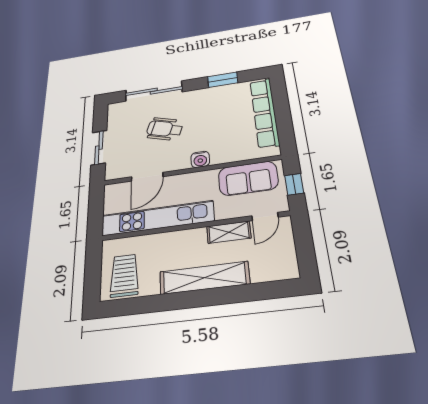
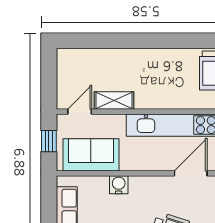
water cooler: (200, 159) -> (119, 185), moved
shelving: (204, 278) -> (139, 59), removed

